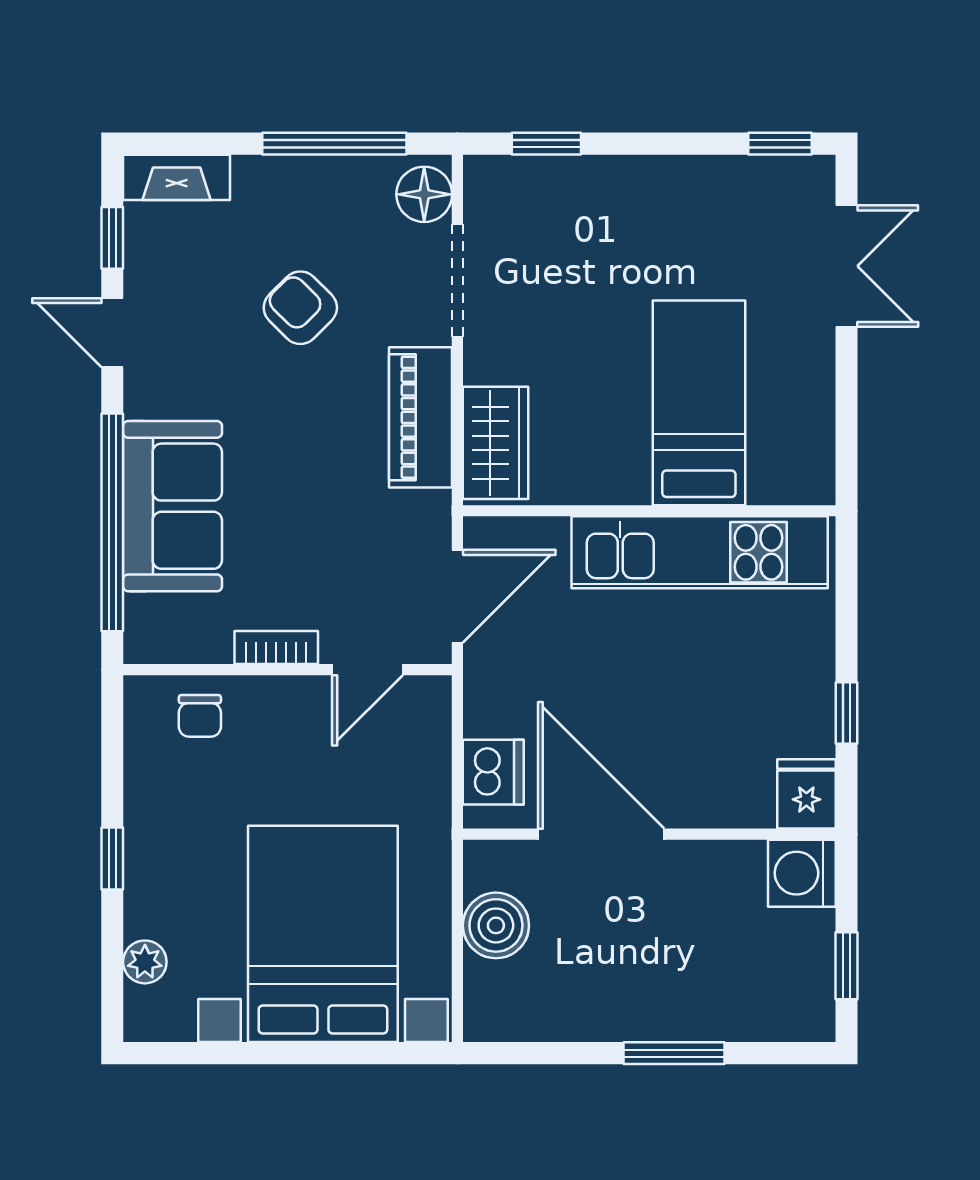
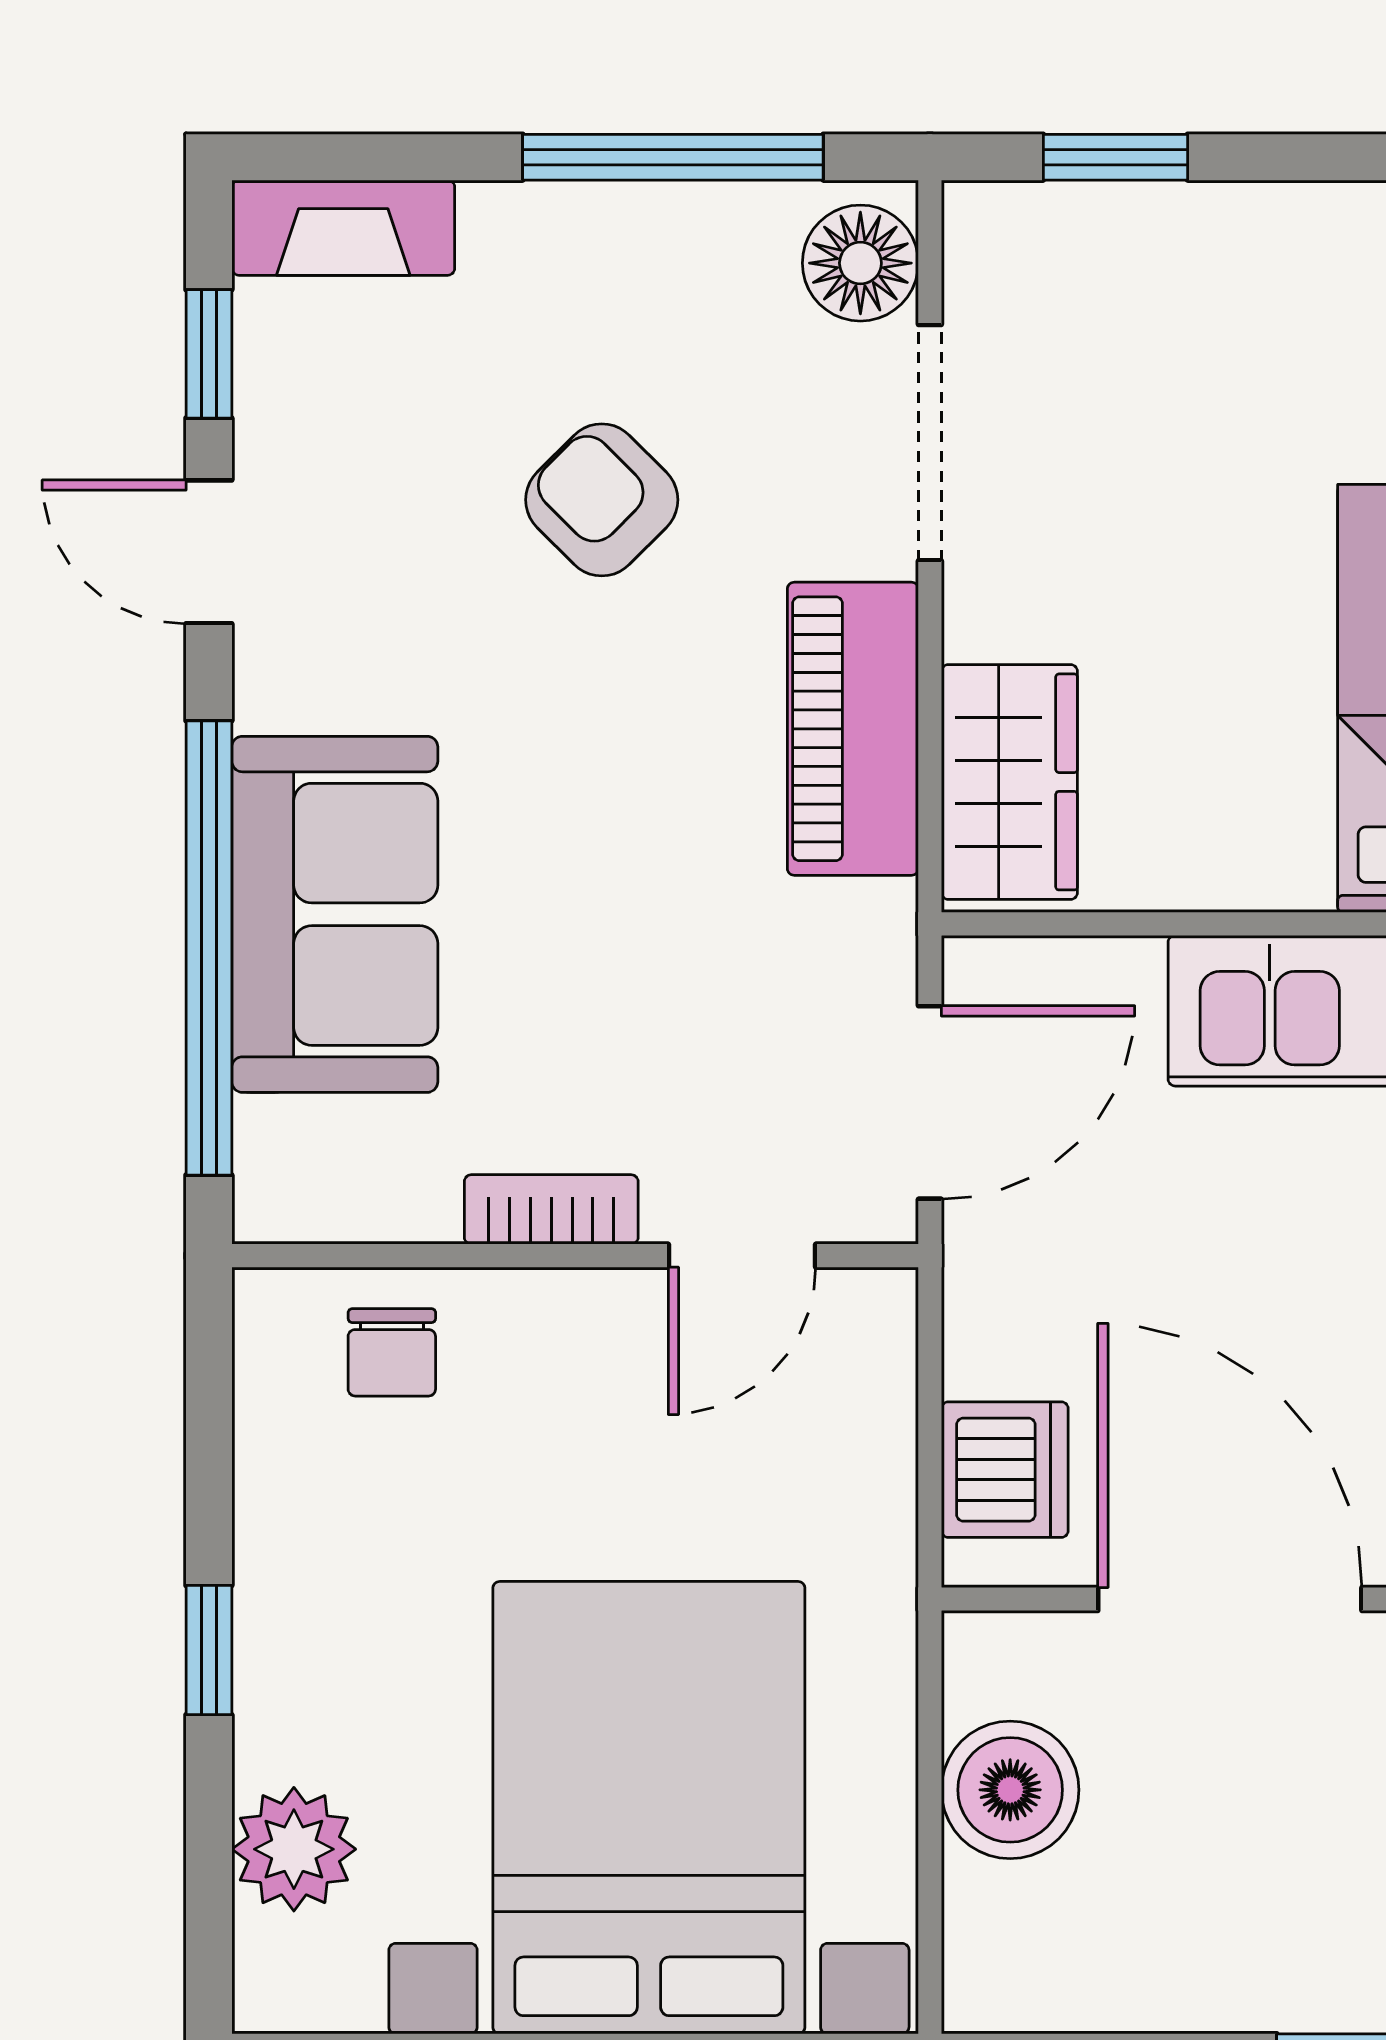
plant: (145, 962) -> (294, 1849), width x1.38, depth x1.38

